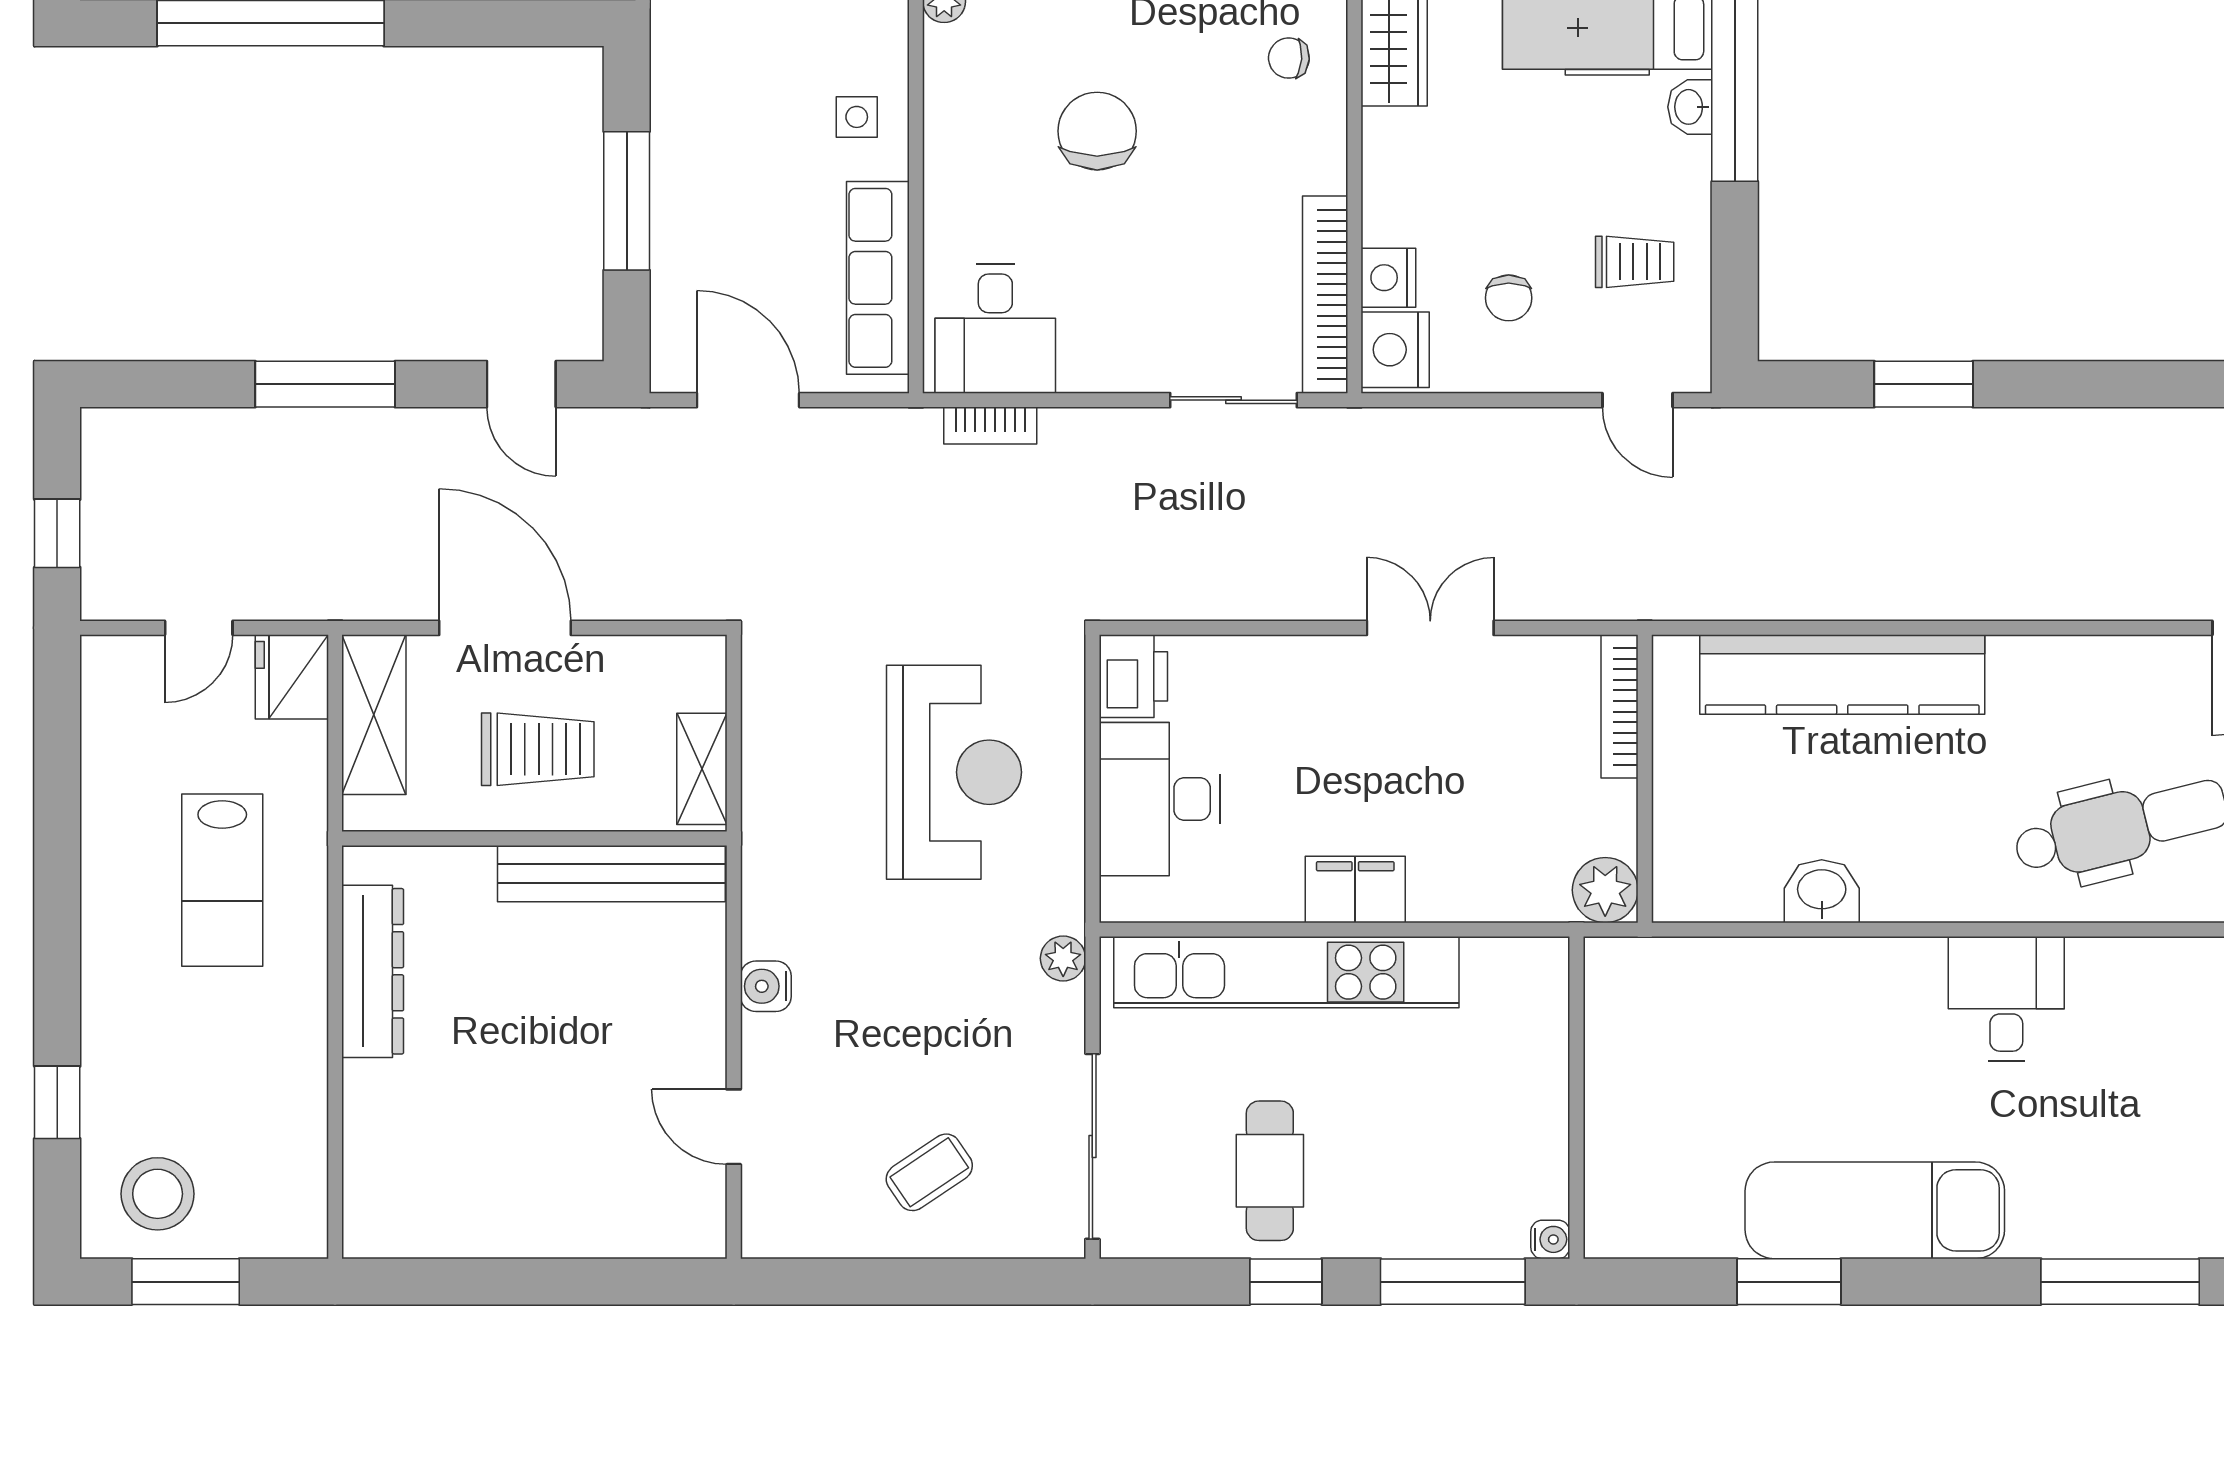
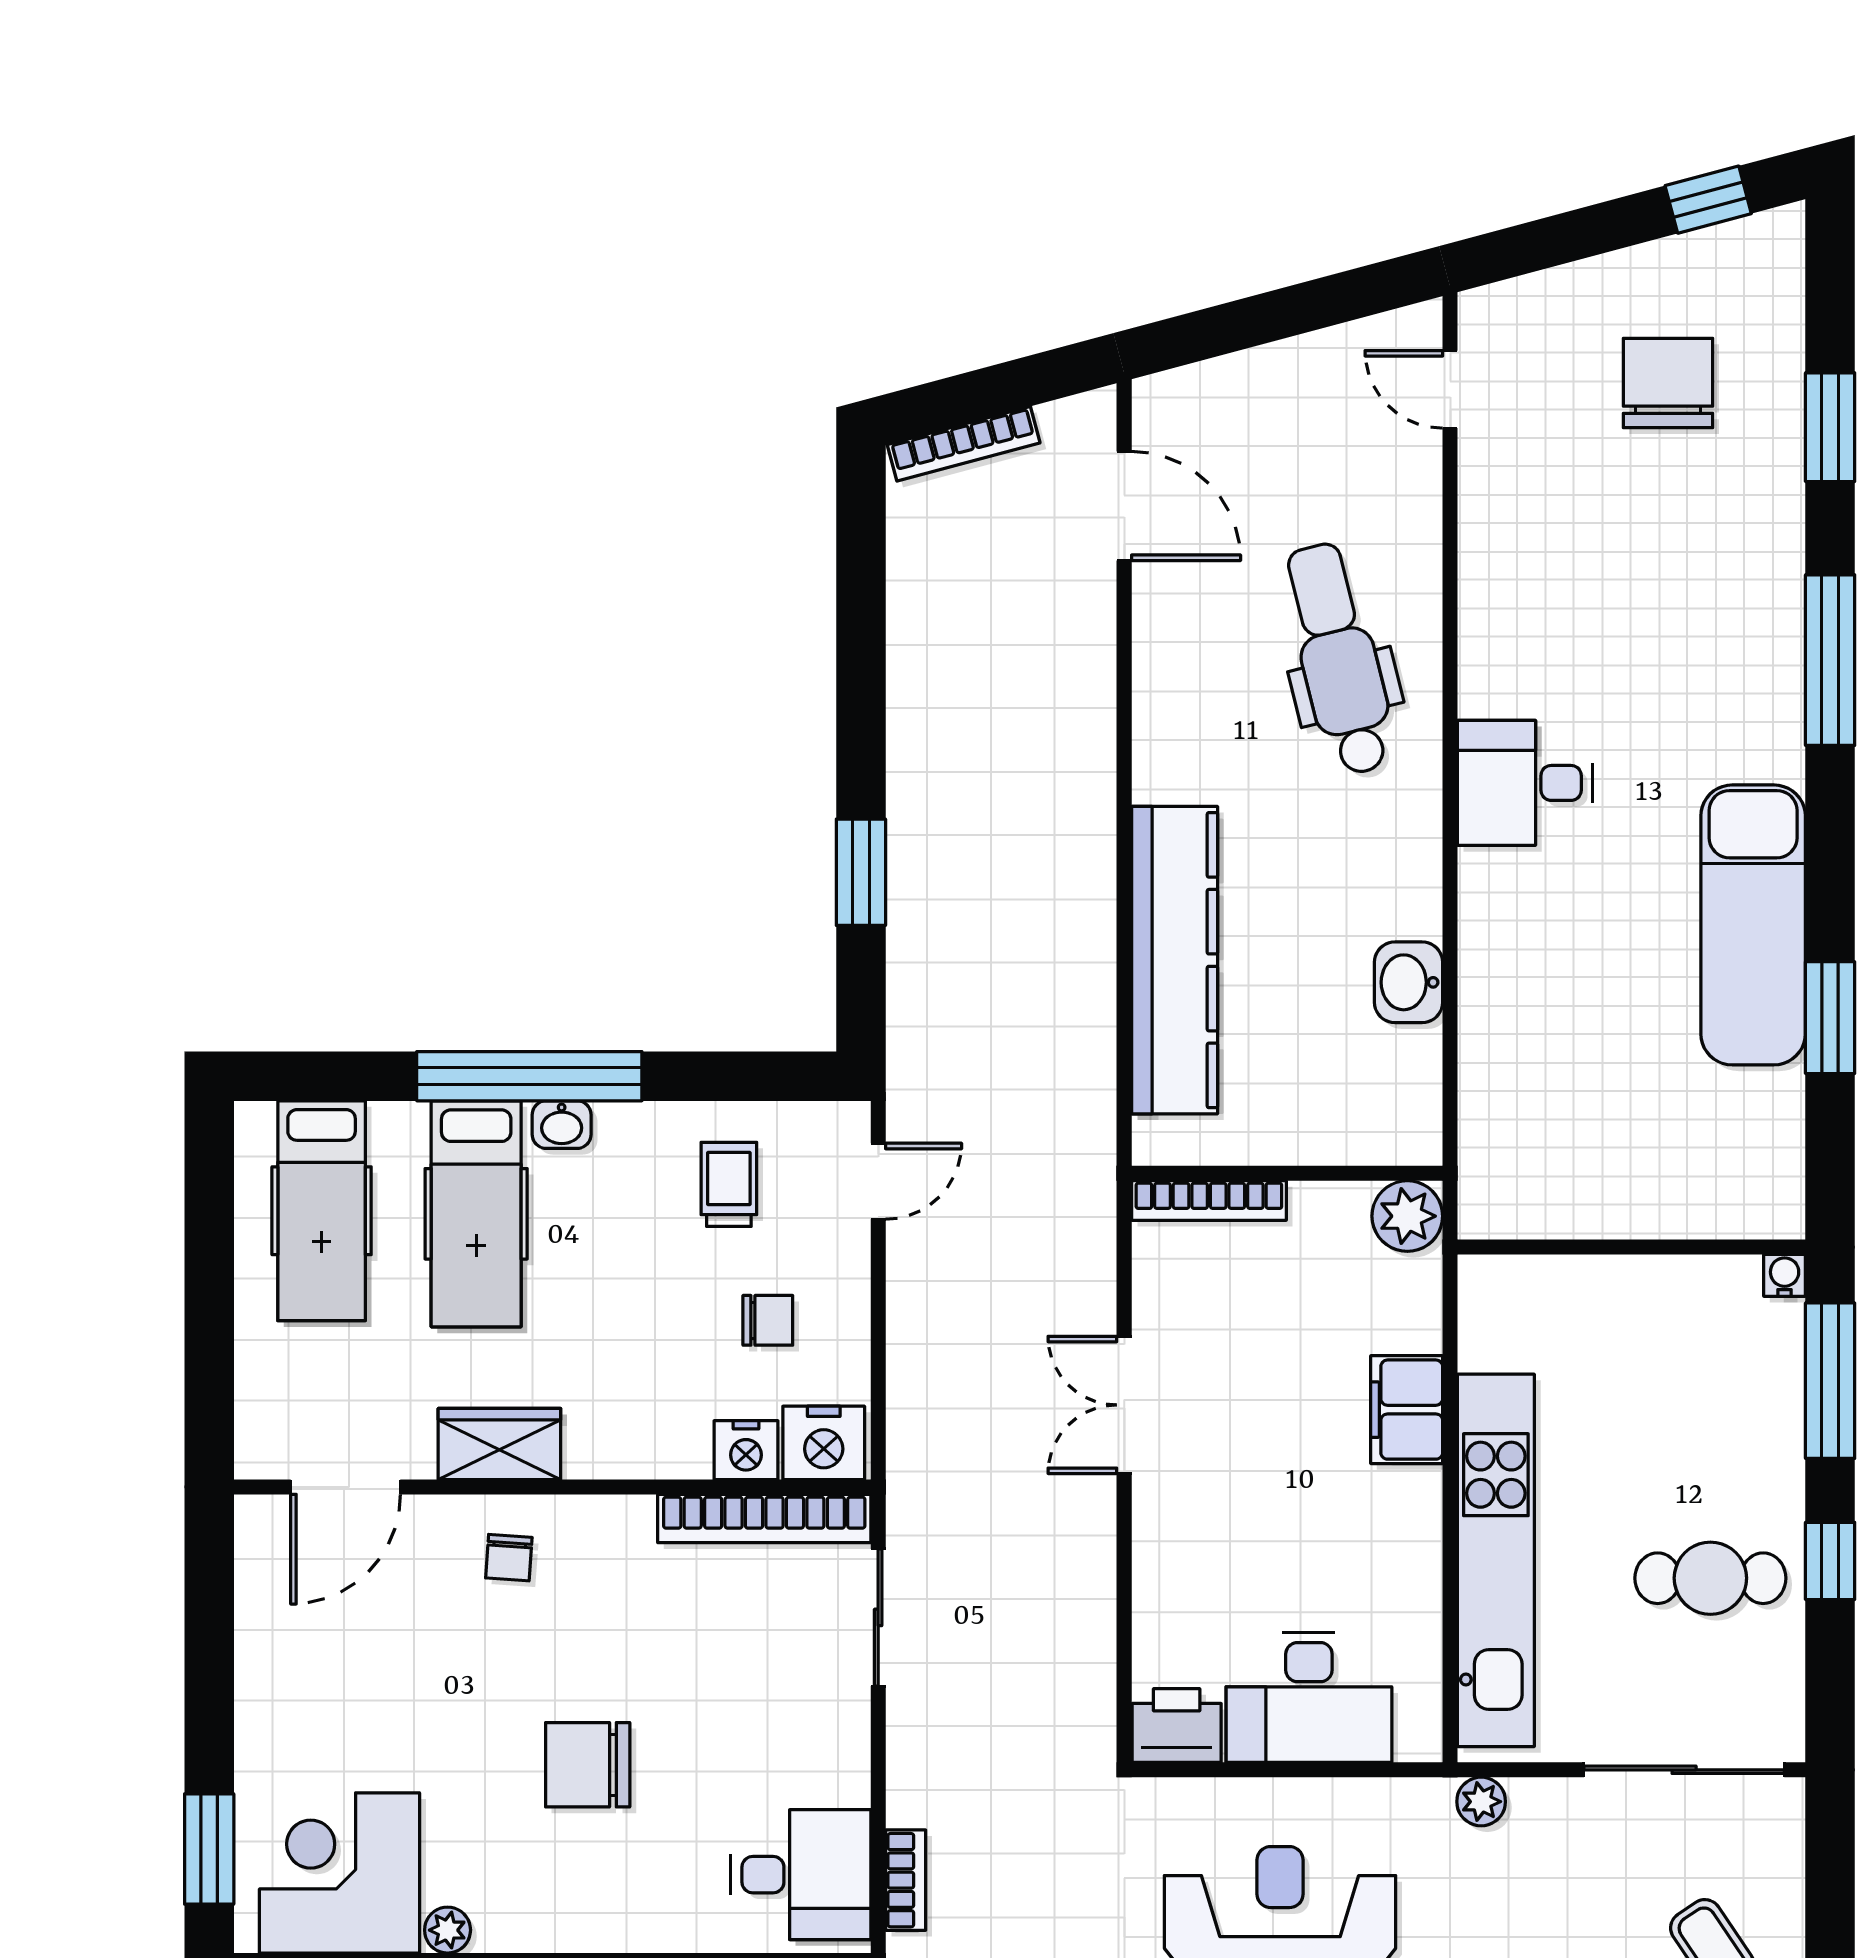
filing cabinet: (1355, 890) -> (1407, 1410), moved

